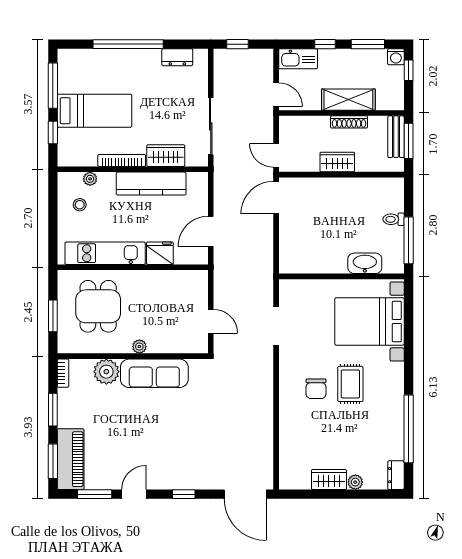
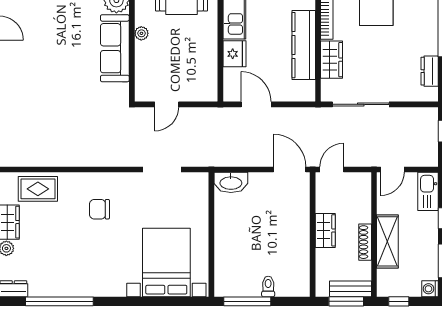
window: (409, 70) -> (399, 301), moved
washbasin: (365, 263) -> (231, 182), moved, turned 90
rug: (350, 384) -> (38, 189), moved

